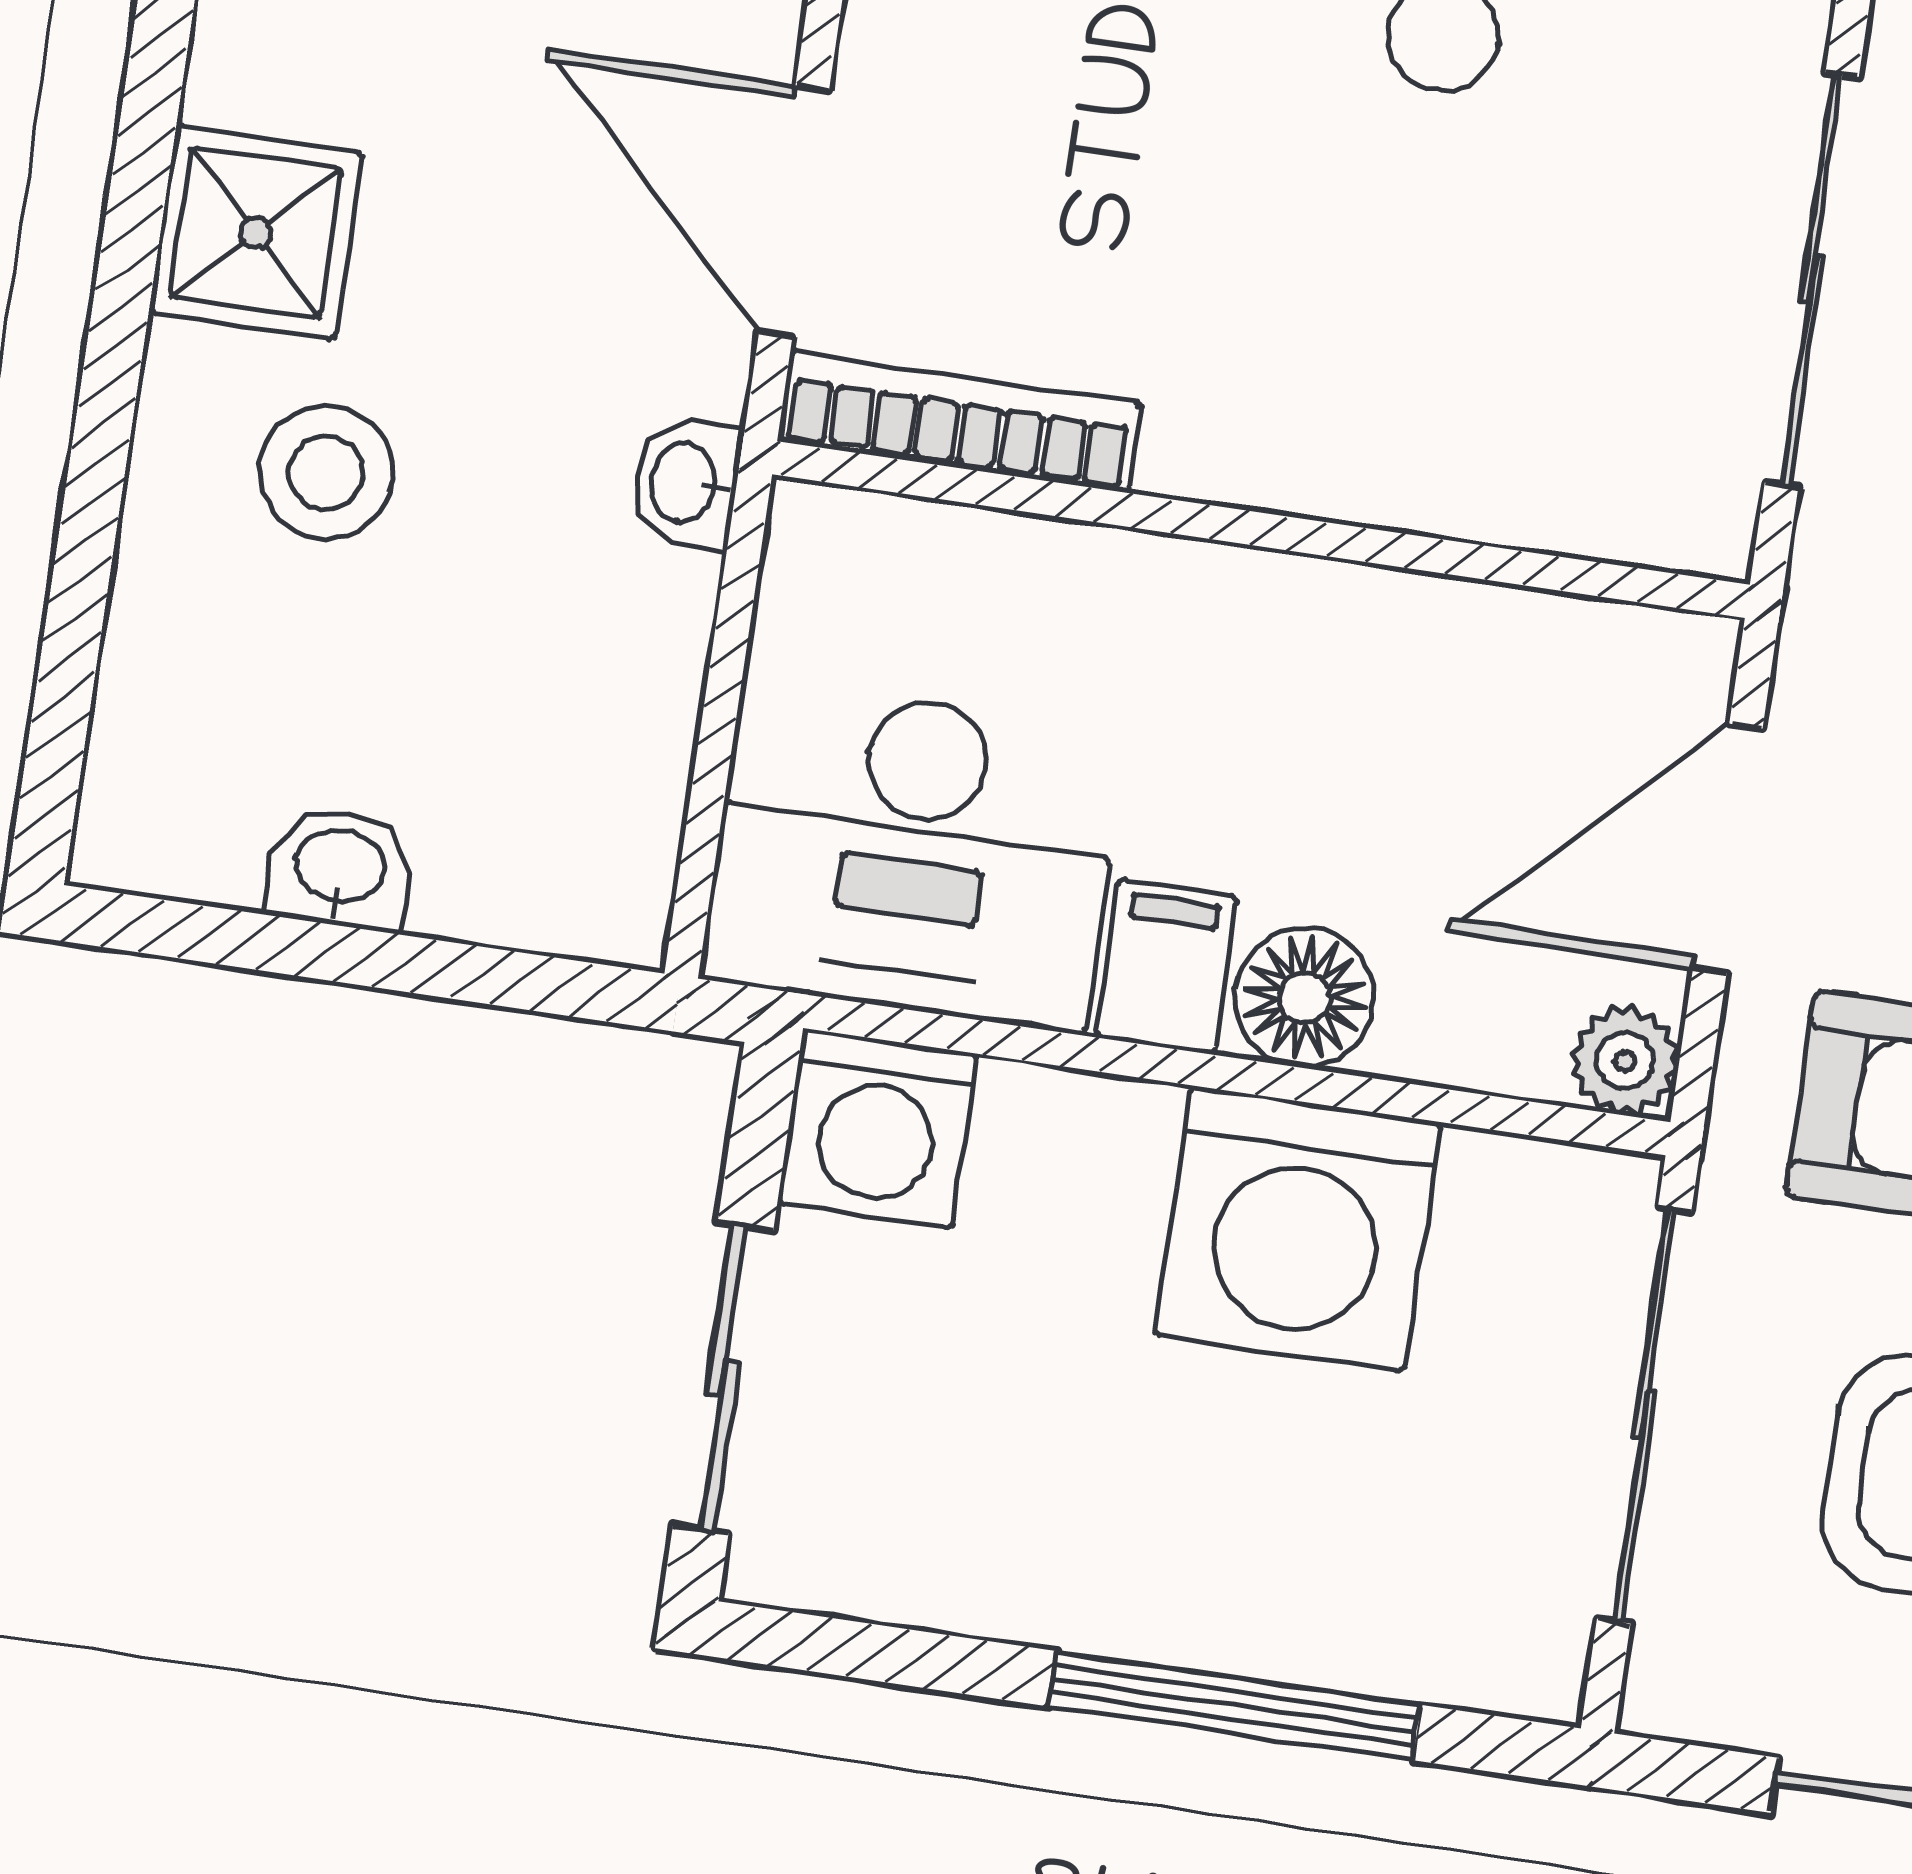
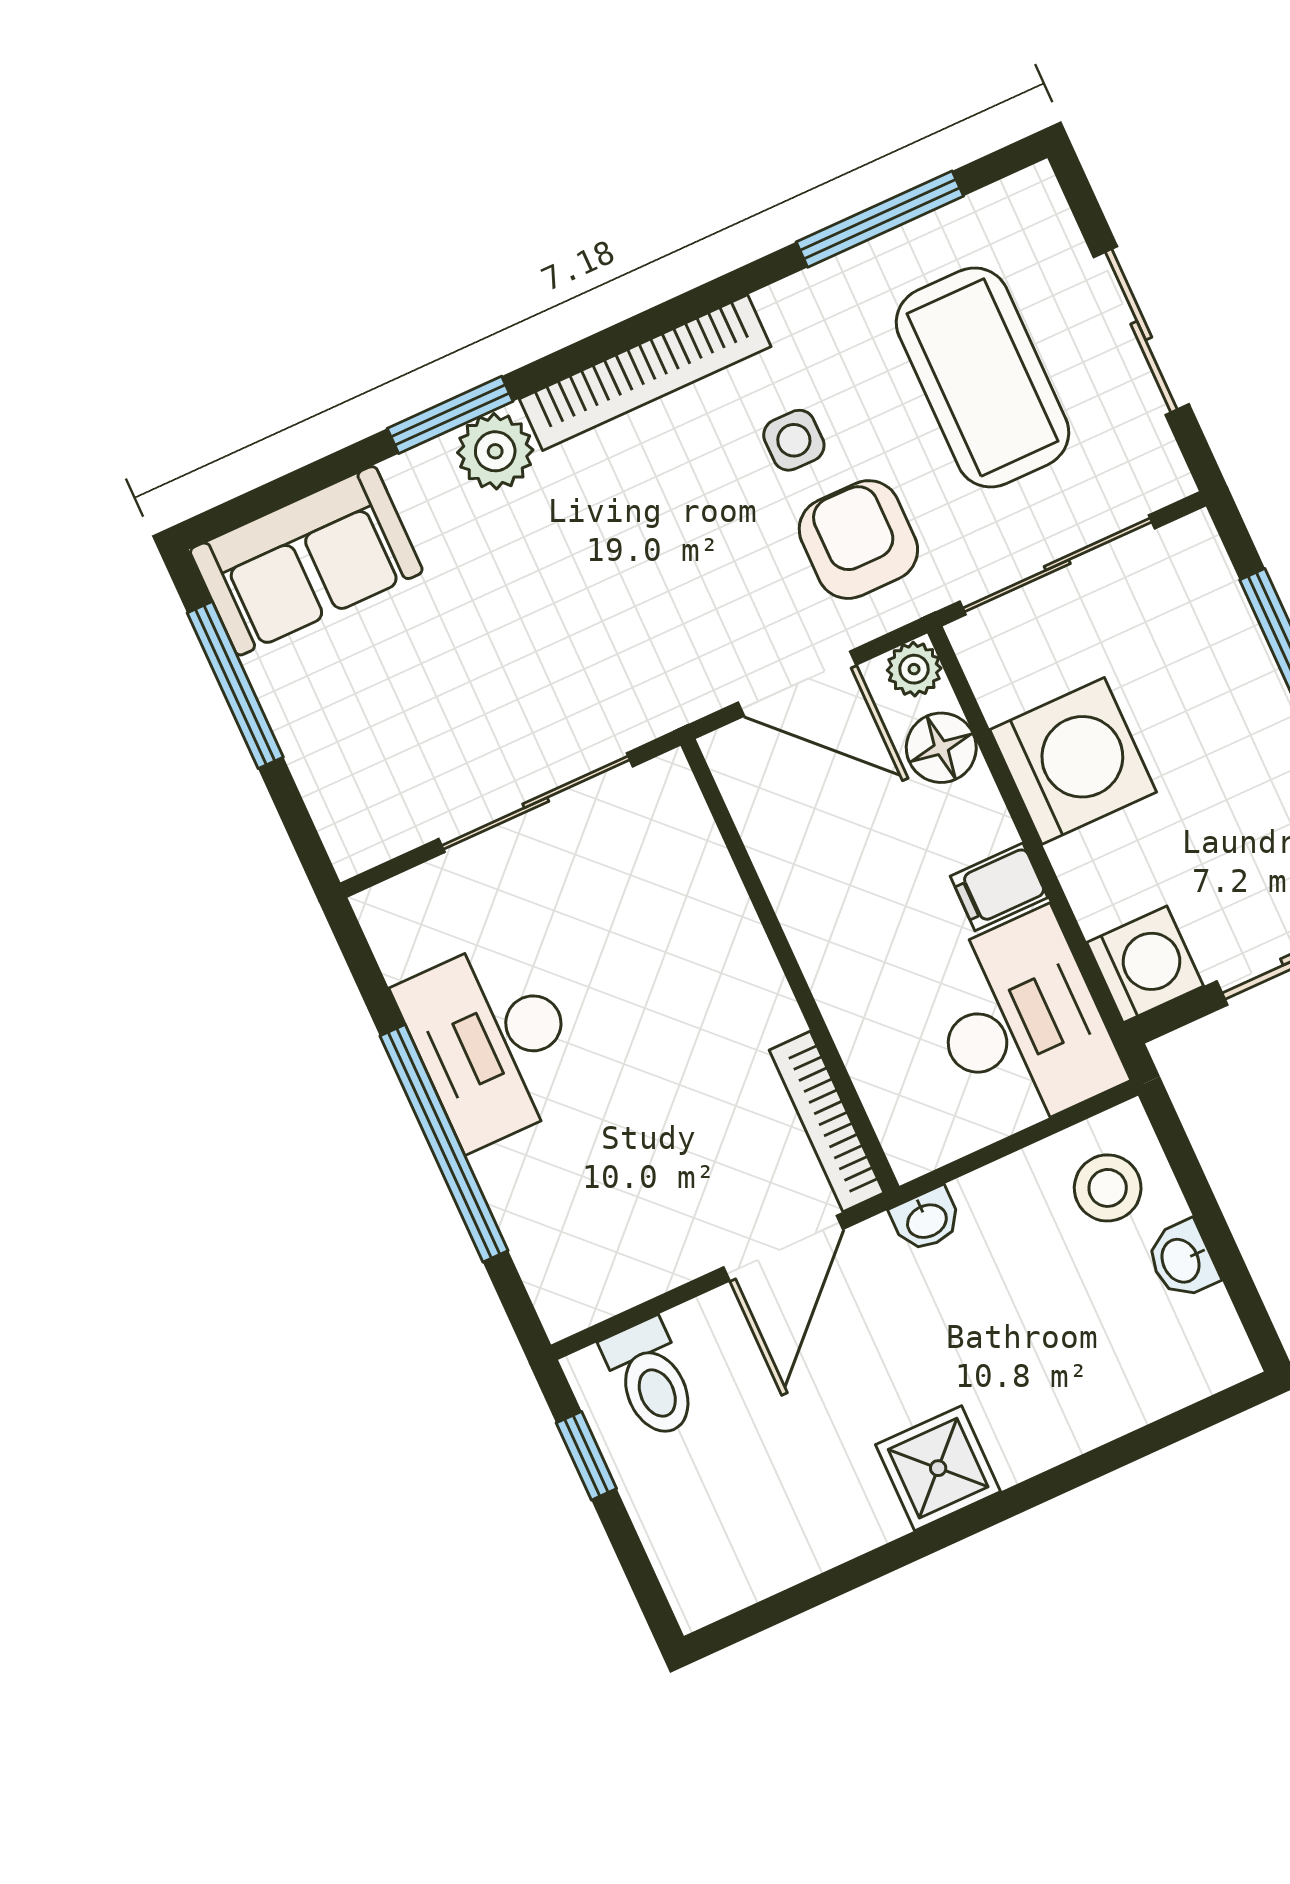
stool: (326, 472) -> (1108, 1188), moved
floor lamp: (1305, 998) -> (941, 748), moved

